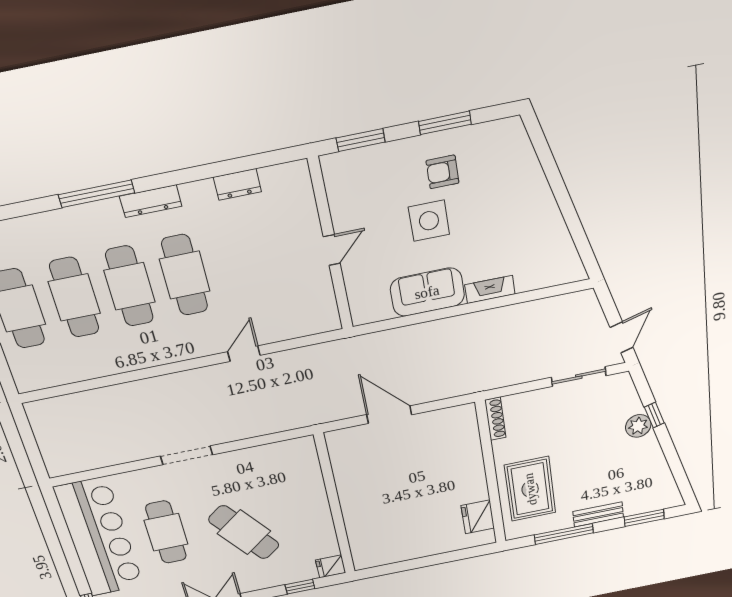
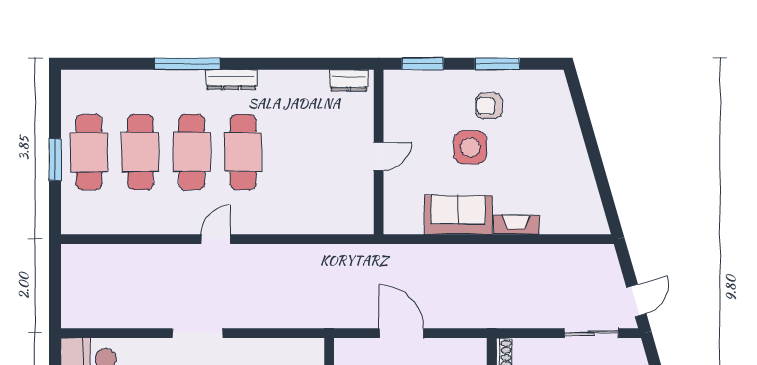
dresser: (237, 184) -> (349, 80), moved
door: (244, 354) -> (216, 239), moved

